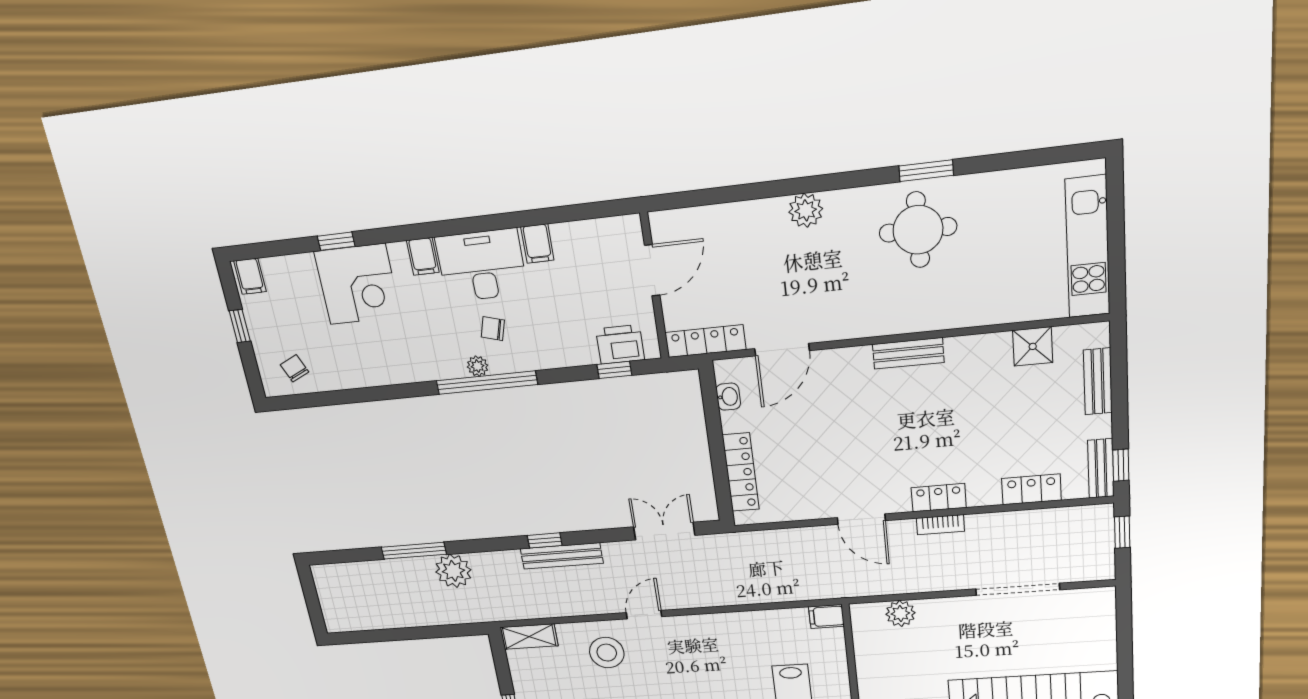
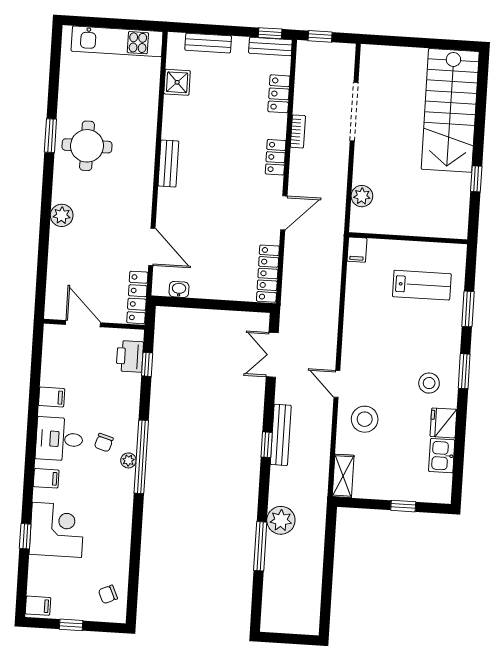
desk: (482, 265) -> (59, 439), width x0.73
locker: (741, 472) -> (268, 274), moved, turned -90
bookcase: (940, 525) -> (298, 131), moved

